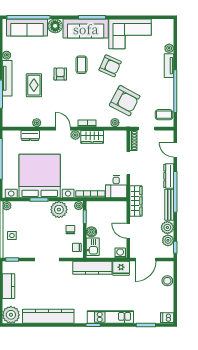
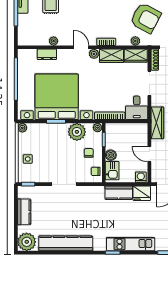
wardrobe: (115, 137) -> (136, 56), added
kitchen counter: (92, 268) -> (119, 193), width x0.67

